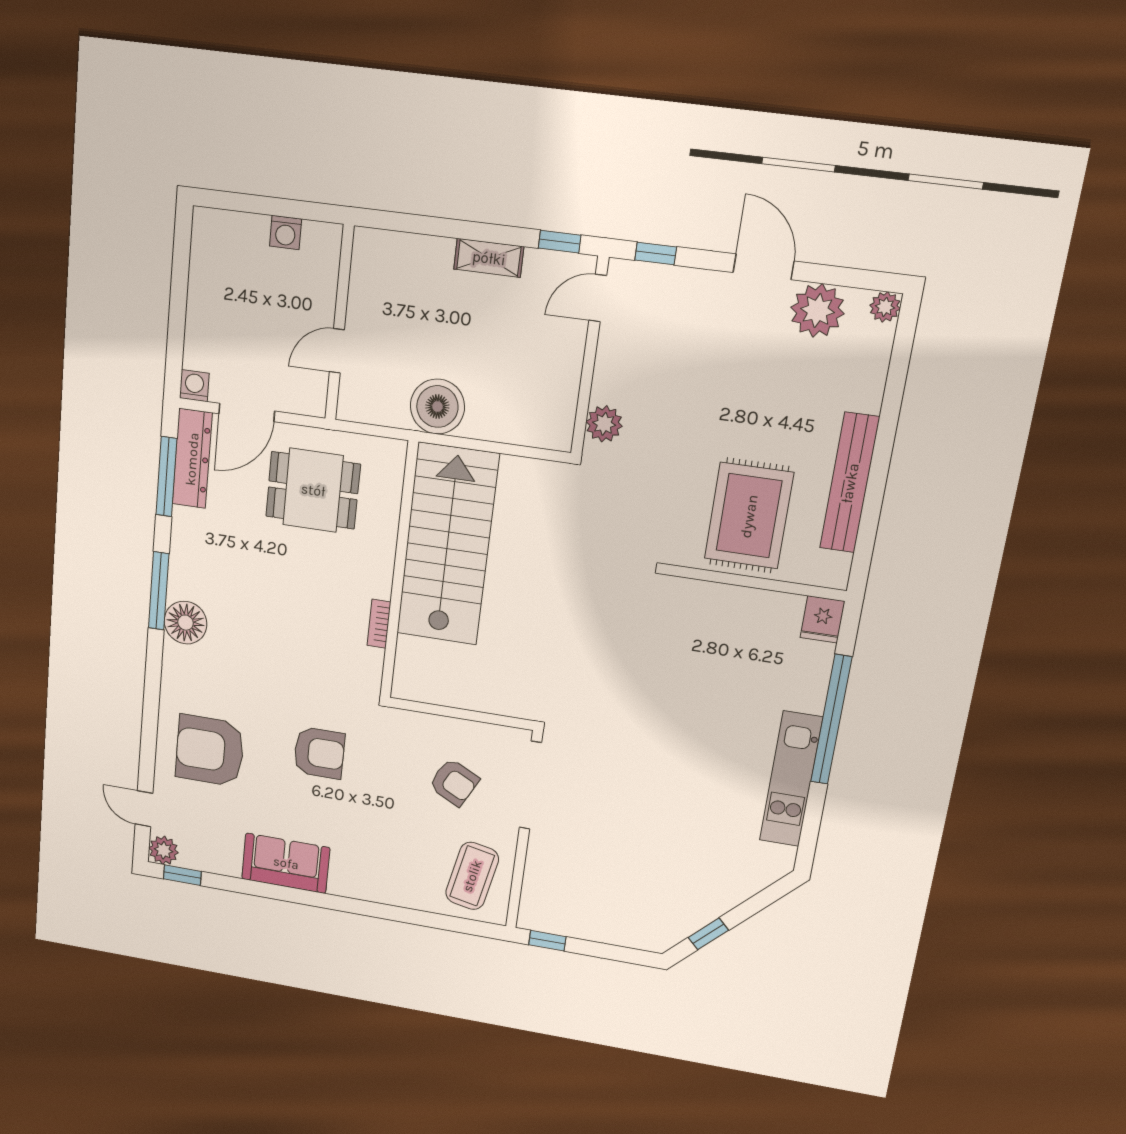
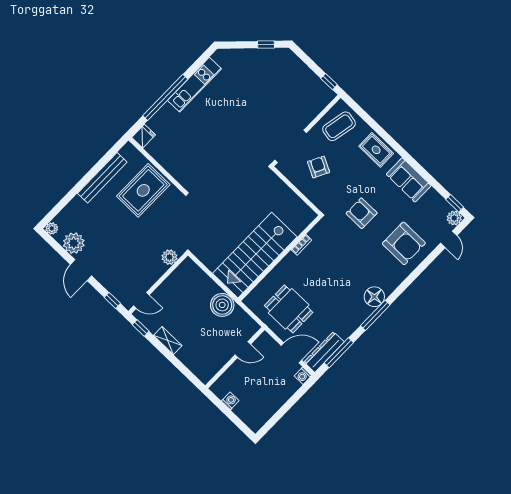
rug: (379, 878) -> (376, 150), added

